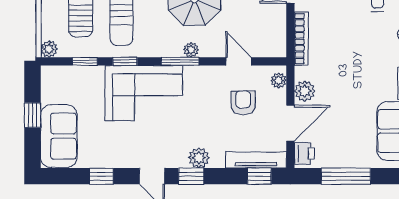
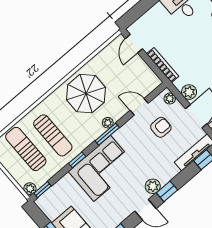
window: (85, 61) -> (42, 190), moved
armchair: (243, 103) -> (161, 127), turned 90
plant: (199, 158) -> (153, 186), moved

